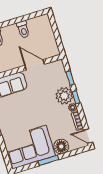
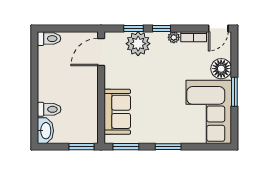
toilet: (23, 29) -> (49, 39), moved
door: (35, 65) -> (101, 52), moved
plant: (64, 96) -> (138, 44), moved

